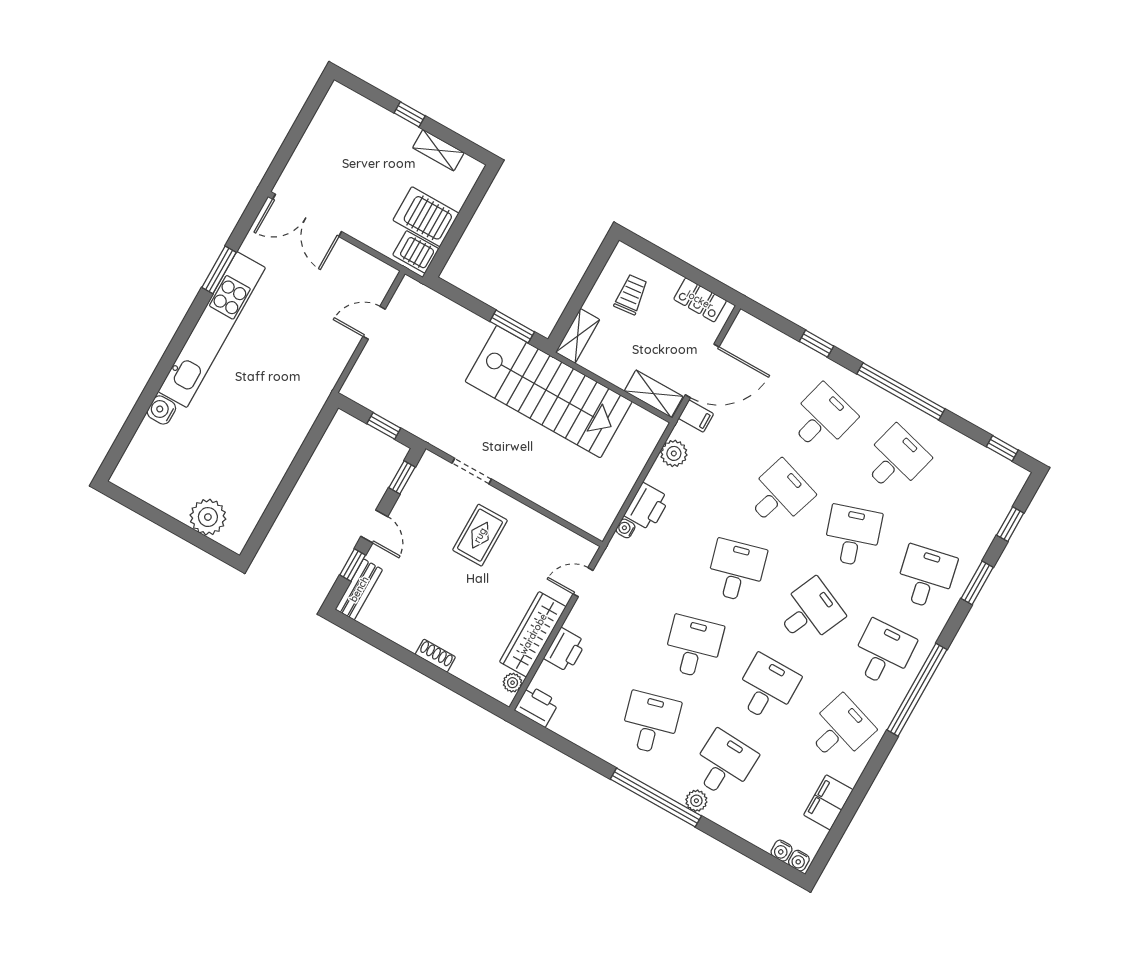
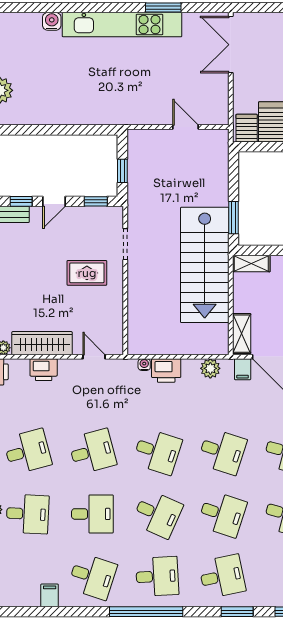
desk: (852, 536) -> (222, 514), turned 36
desk: (736, 571) -> (157, 452), turned 33
filing cabinet: (828, 802) -> (50, 595), width x0.50

